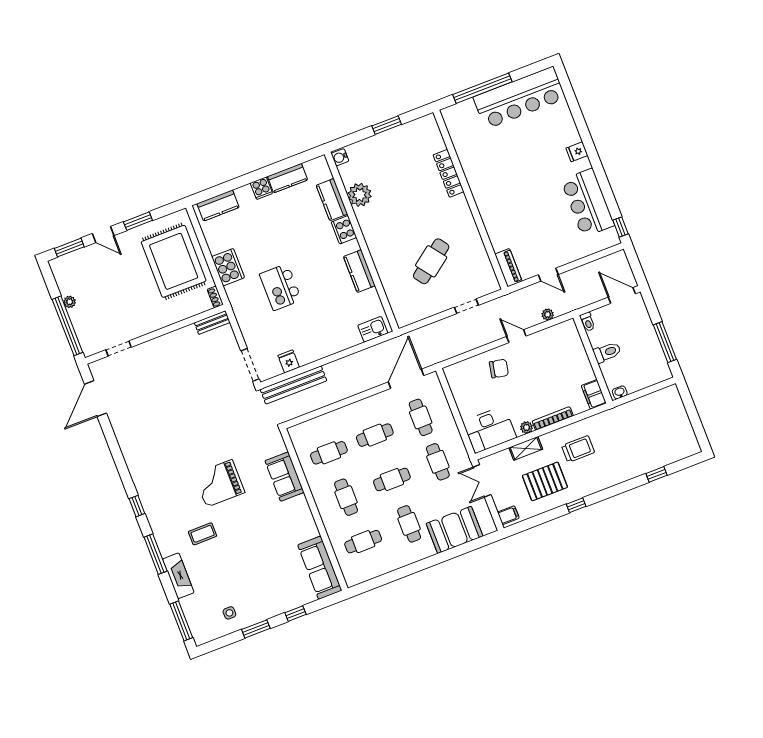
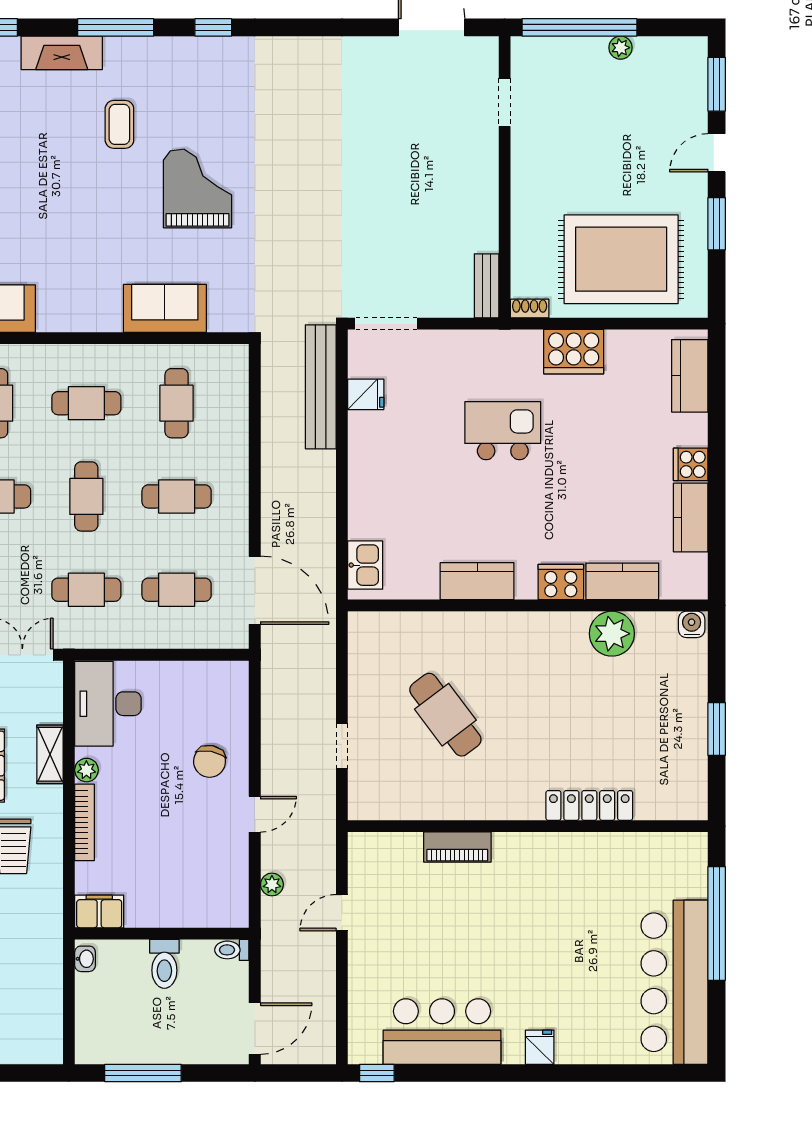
piano: (508, 268) -> (457, 847), moved
cafe table: (375, 435) -> (177, 496), turned 90

